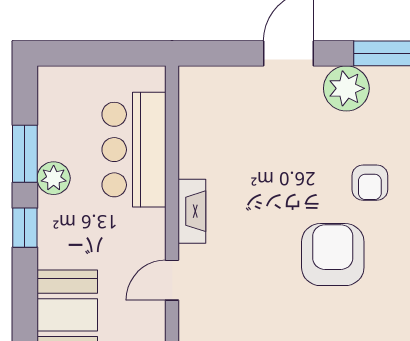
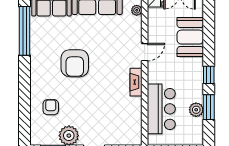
plant: (54, 178) -> (196, 110), moved
armchair: (370, 183) -> (51, 107), moved

